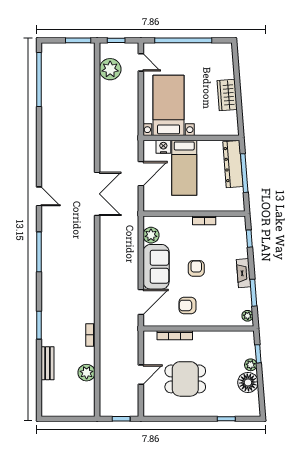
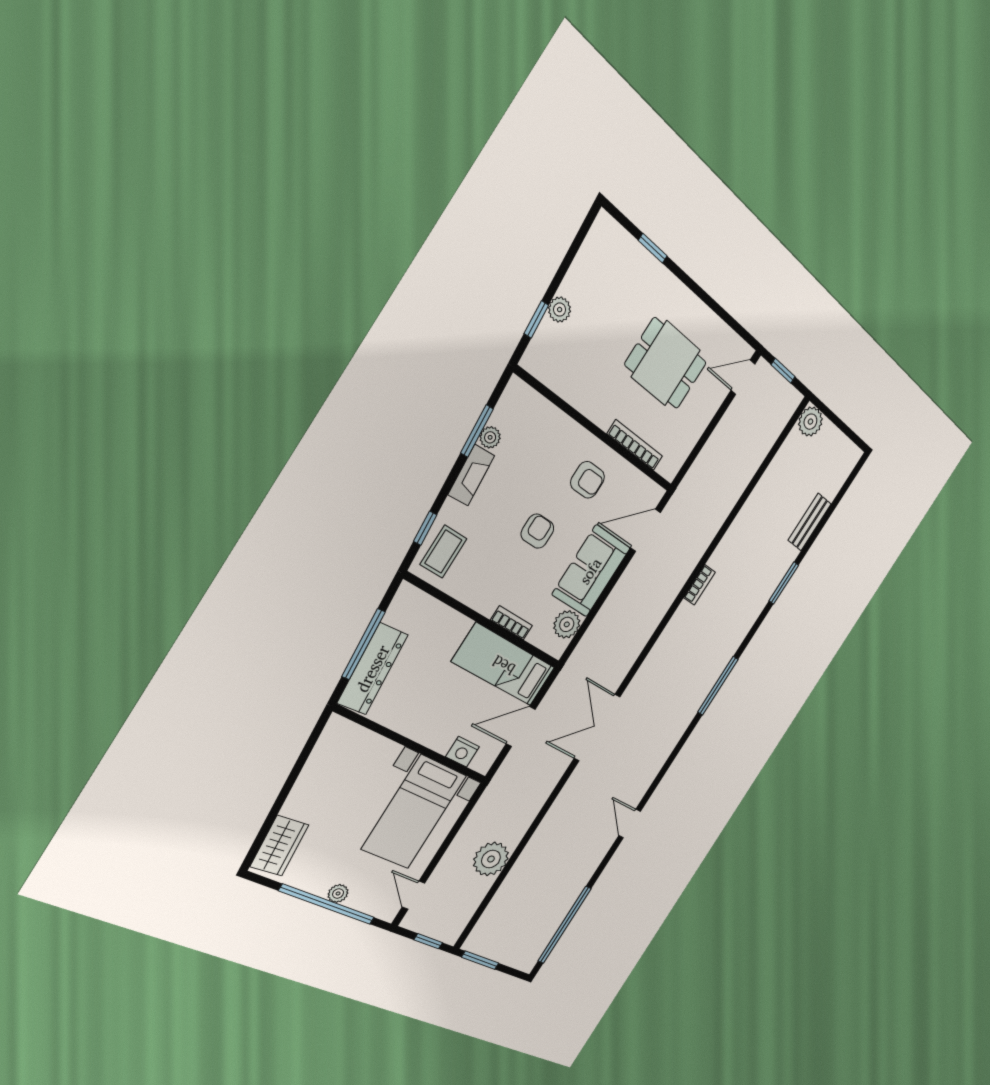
plant: (181, 48) -> (338, 893), added
plant: (110, 69) -> (491, 859), moved
wardrobe: (227, 95) -> (279, 846), moved
bed: (184, 168) -> (504, 665), moved, turned -90
door: (39, 196) -> (630, 823), moved
bookcase: (204, 220) -> (511, 623), moved
coffee table: (234, 234) -> (443, 552), added
armchair: (196, 268) -> (537, 531), turned 180
plant: (247, 316) -> (490, 437), moved
bookcase: (90, 335) -> (699, 585), moved
plant: (87, 373) -> (810, 422), moved
door: (141, 375) -> (743, 377), moved
floor lamp: (248, 382) -> (583, 283), removed

